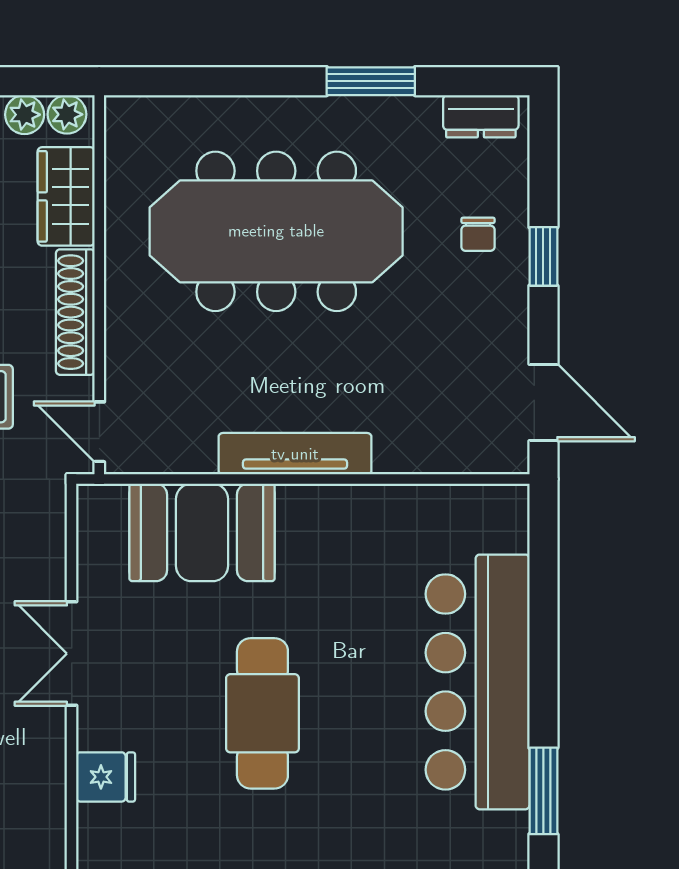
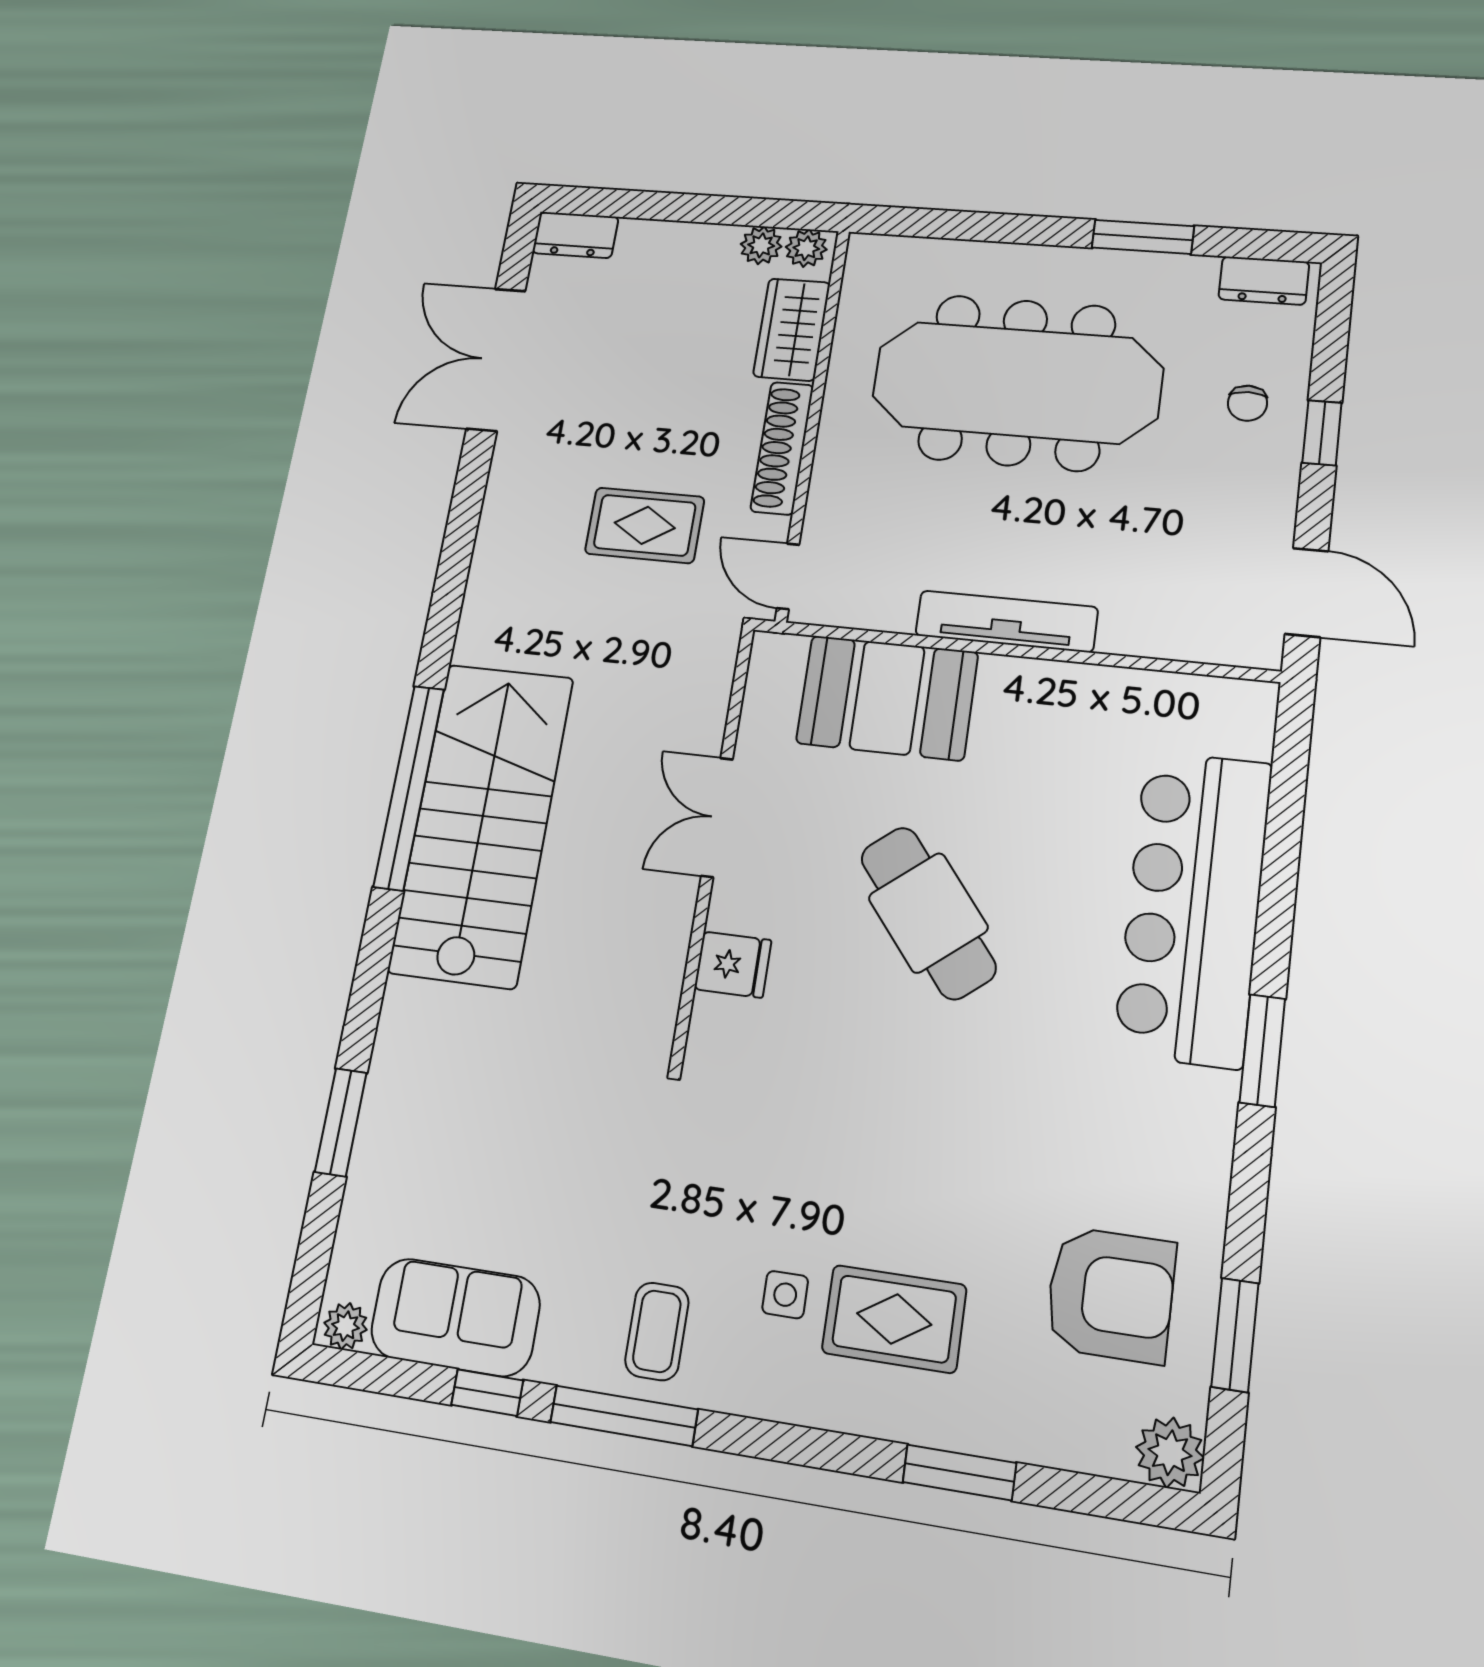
cafe table: (262, 713) -> (928, 913), turned -39

